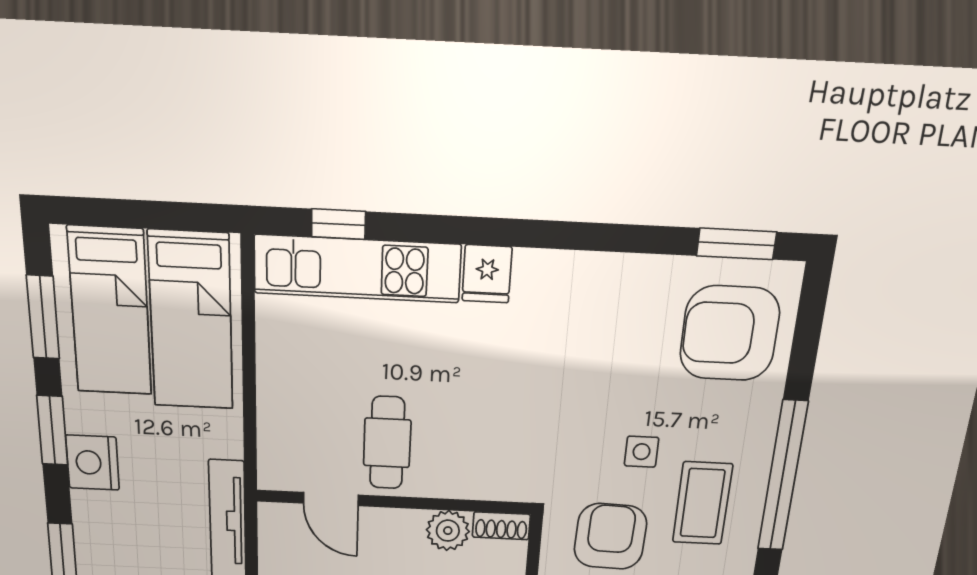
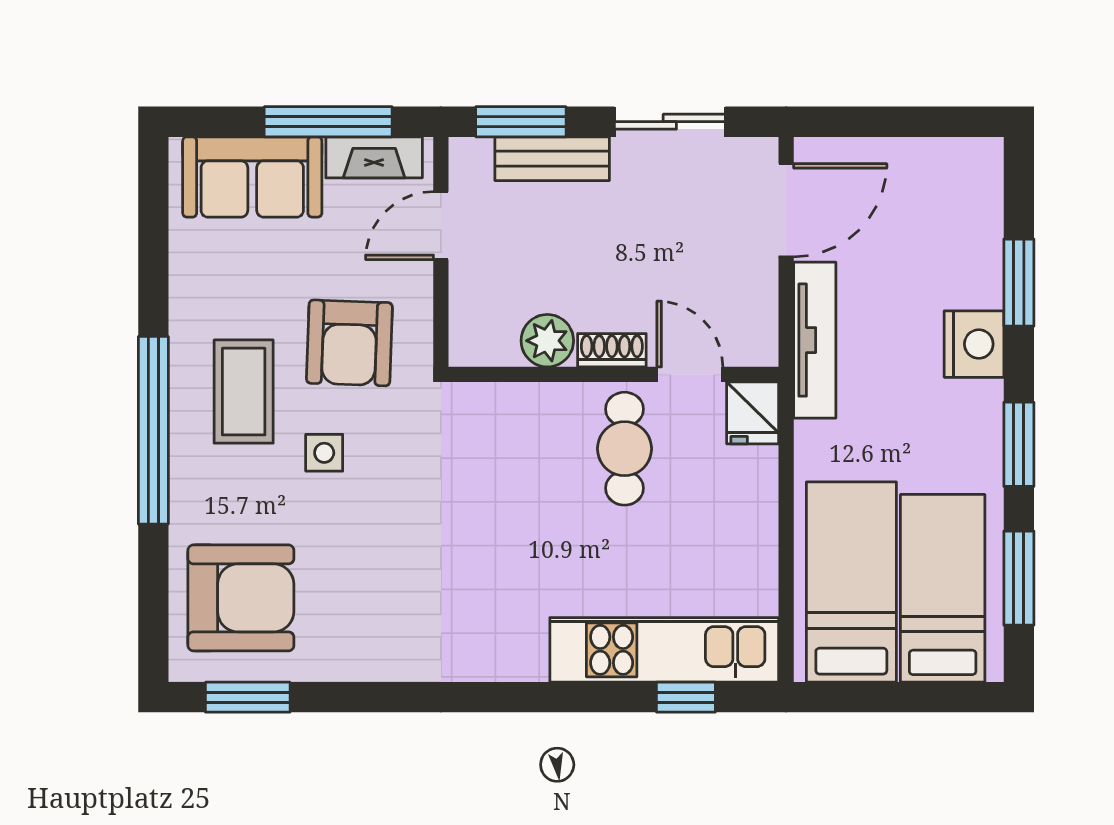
fridge: (487, 274) -> (753, 413), moved, turned 180
nightstand: (93, 463) -> (974, 344), moved
shoe rack: (501, 526) -> (612, 350), moved

